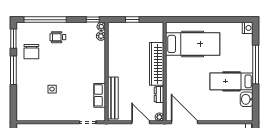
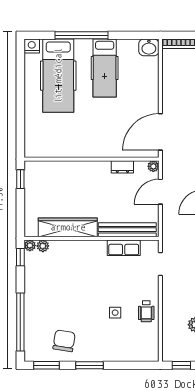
window: (132, 20) -> (20, 179), moved
wheelchair: (58, 37) -> (146, 311), moved
hospital bed: (193, 44) -> (58, 76), moved, turned 180
chair: (31, 52) -> (64, 341), turned -81
wardrobe: (157, 64) -> (68, 227), moved, turned 180
window: (13, 70) -> (89, 365), width x0.69
washbasin: (247, 99) -> (149, 47), moved

